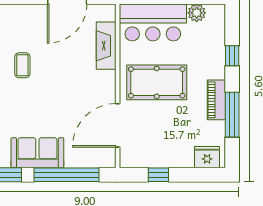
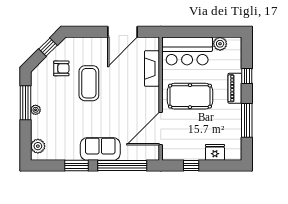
coffee table: (22, 65) -> (89, 83), width x1.86, depth x1.72
piano: (216, 100) -> (235, 88), moved
fridge: (207, 157) -> (215, 152), moved

